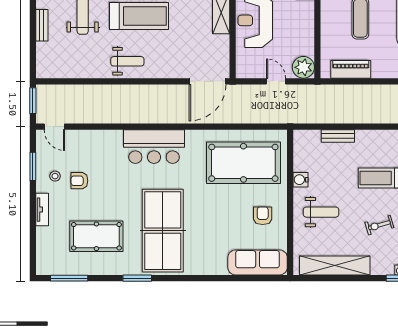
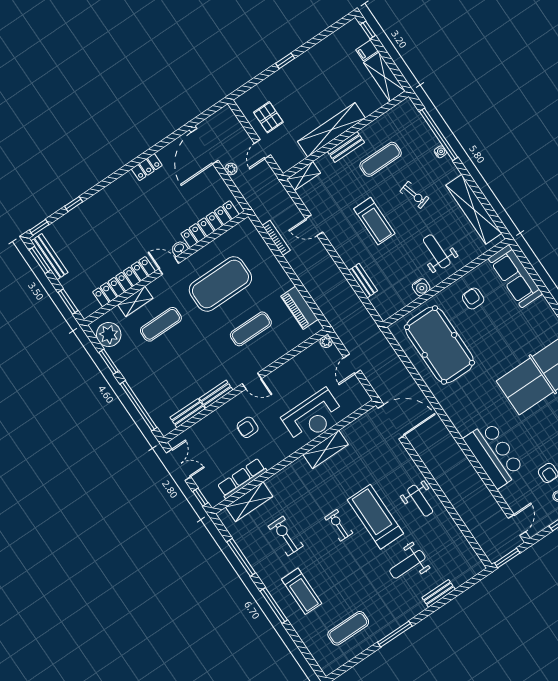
weight bench: (127, 61) -> (420, 501), turned 180
plant: (303, 67) -> (326, 342), width x0.53, depth x0.53
bar counter: (154, 147) -> (494, 455), moved
armchair: (263, 216) -> (473, 299), turned 90

